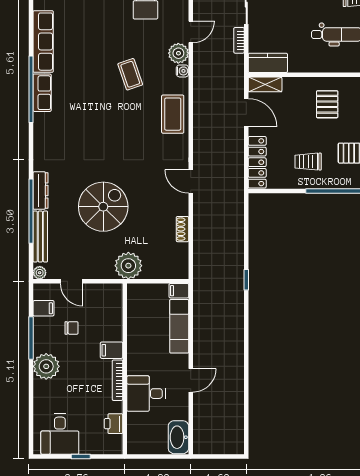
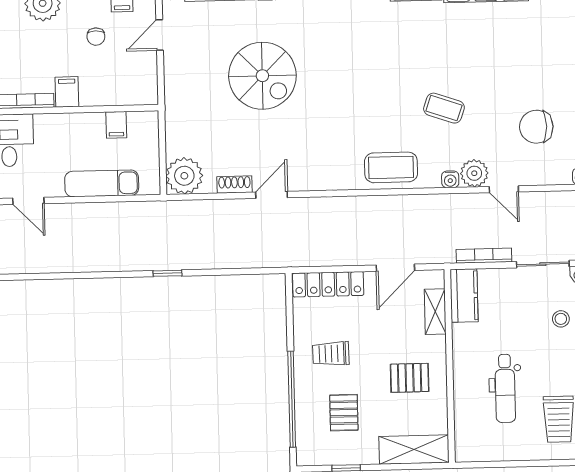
bookcase: (239, 40) -> (484, 256), width x1.56
coffee table: (130, 74) -> (444, 108), turned 38
shelving: (265, 84) -> (435, 312), moved
trolley: (308, 162) -> (331, 354), turned -91
door: (191, 181) -> (272, 195), moved
plant: (128, 266) -> (184, 176), moved
filing cabinet: (179, 291) -> (116, 125), moved, turned 180

